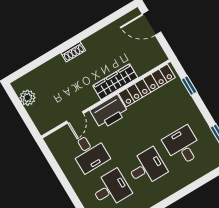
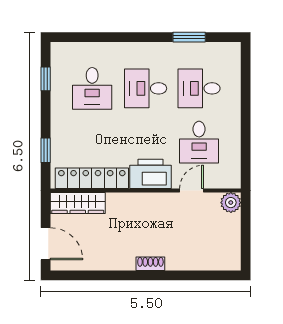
wardrobe: (115, 82) -> (78, 203), moved
plant: (28, 98) -> (231, 203), moved
desk: (89, 153) -> (199, 142), turned 180

